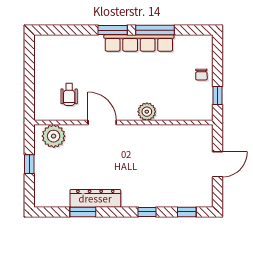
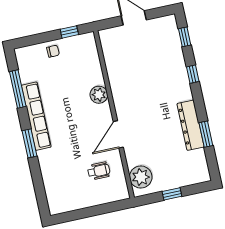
window: (155, 30) -> (18, 89), moved

